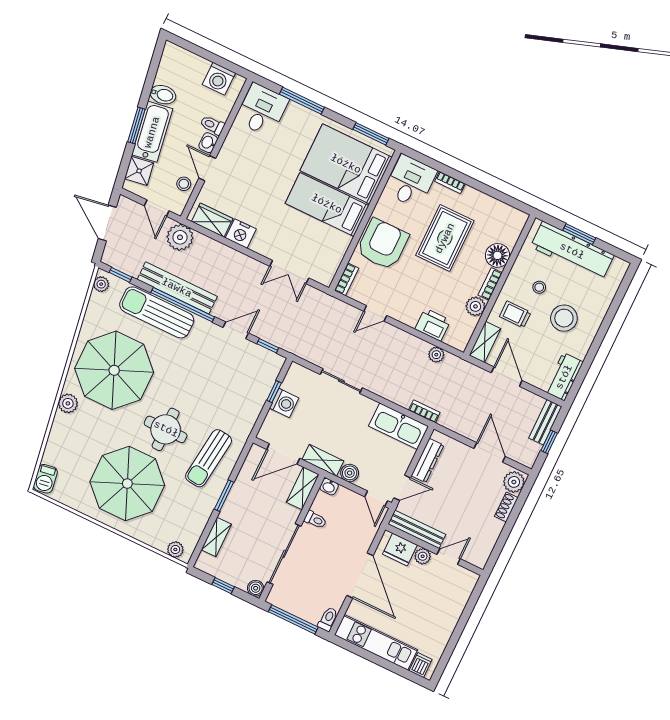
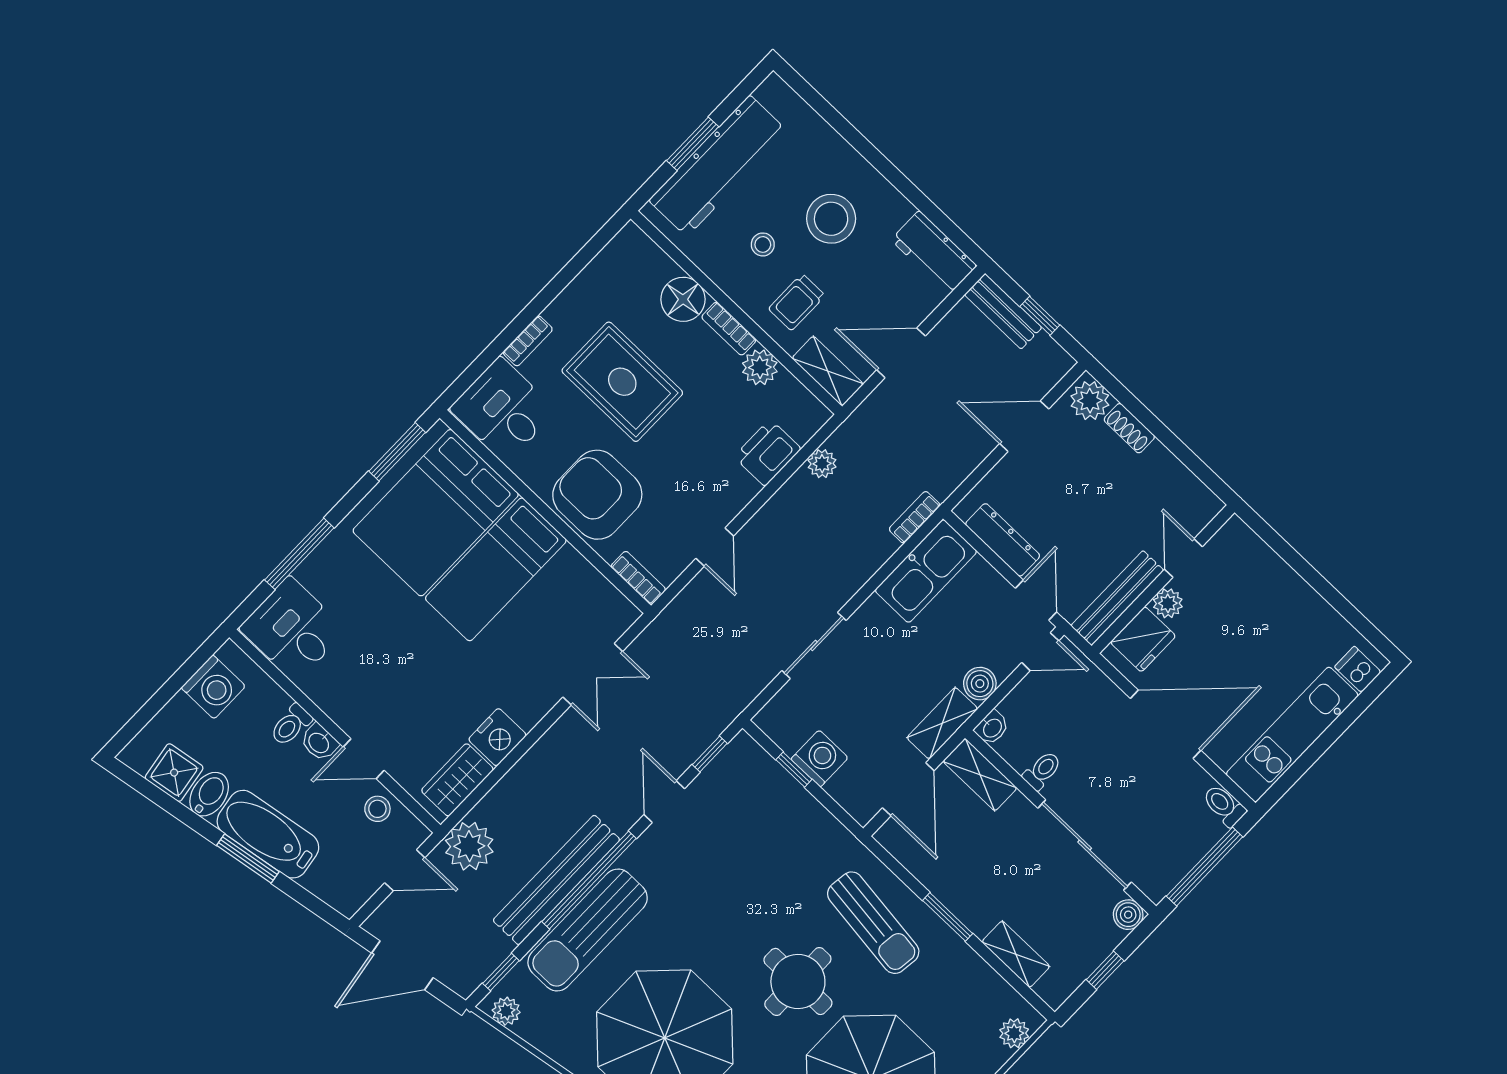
shower: (139, 171) -> (174, 773), moved

